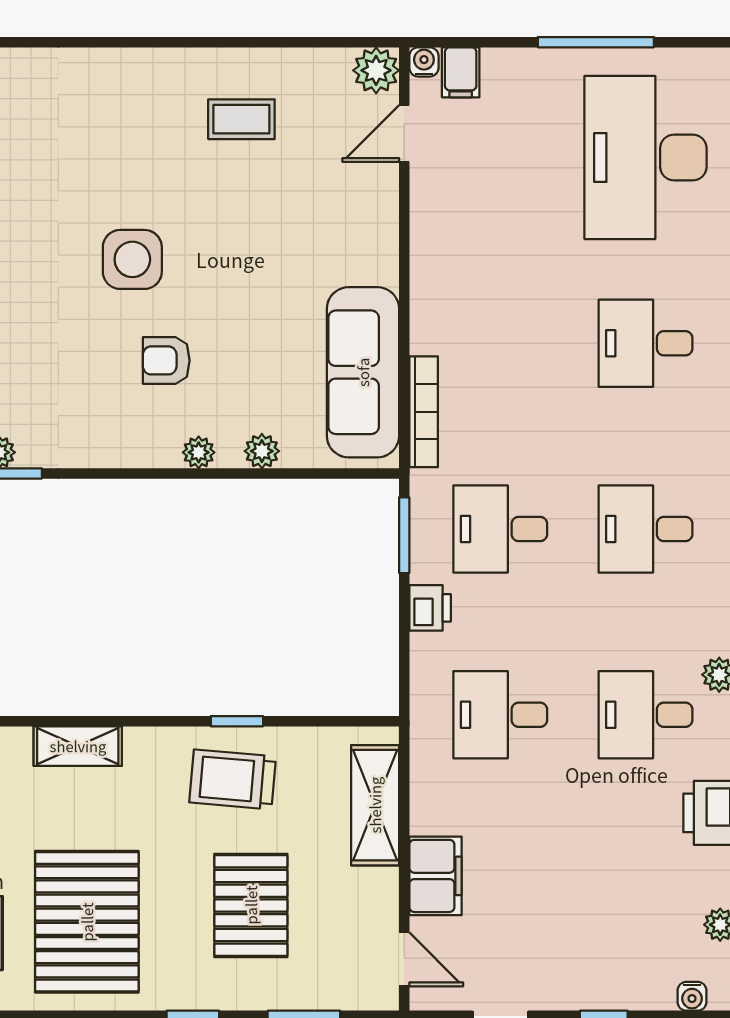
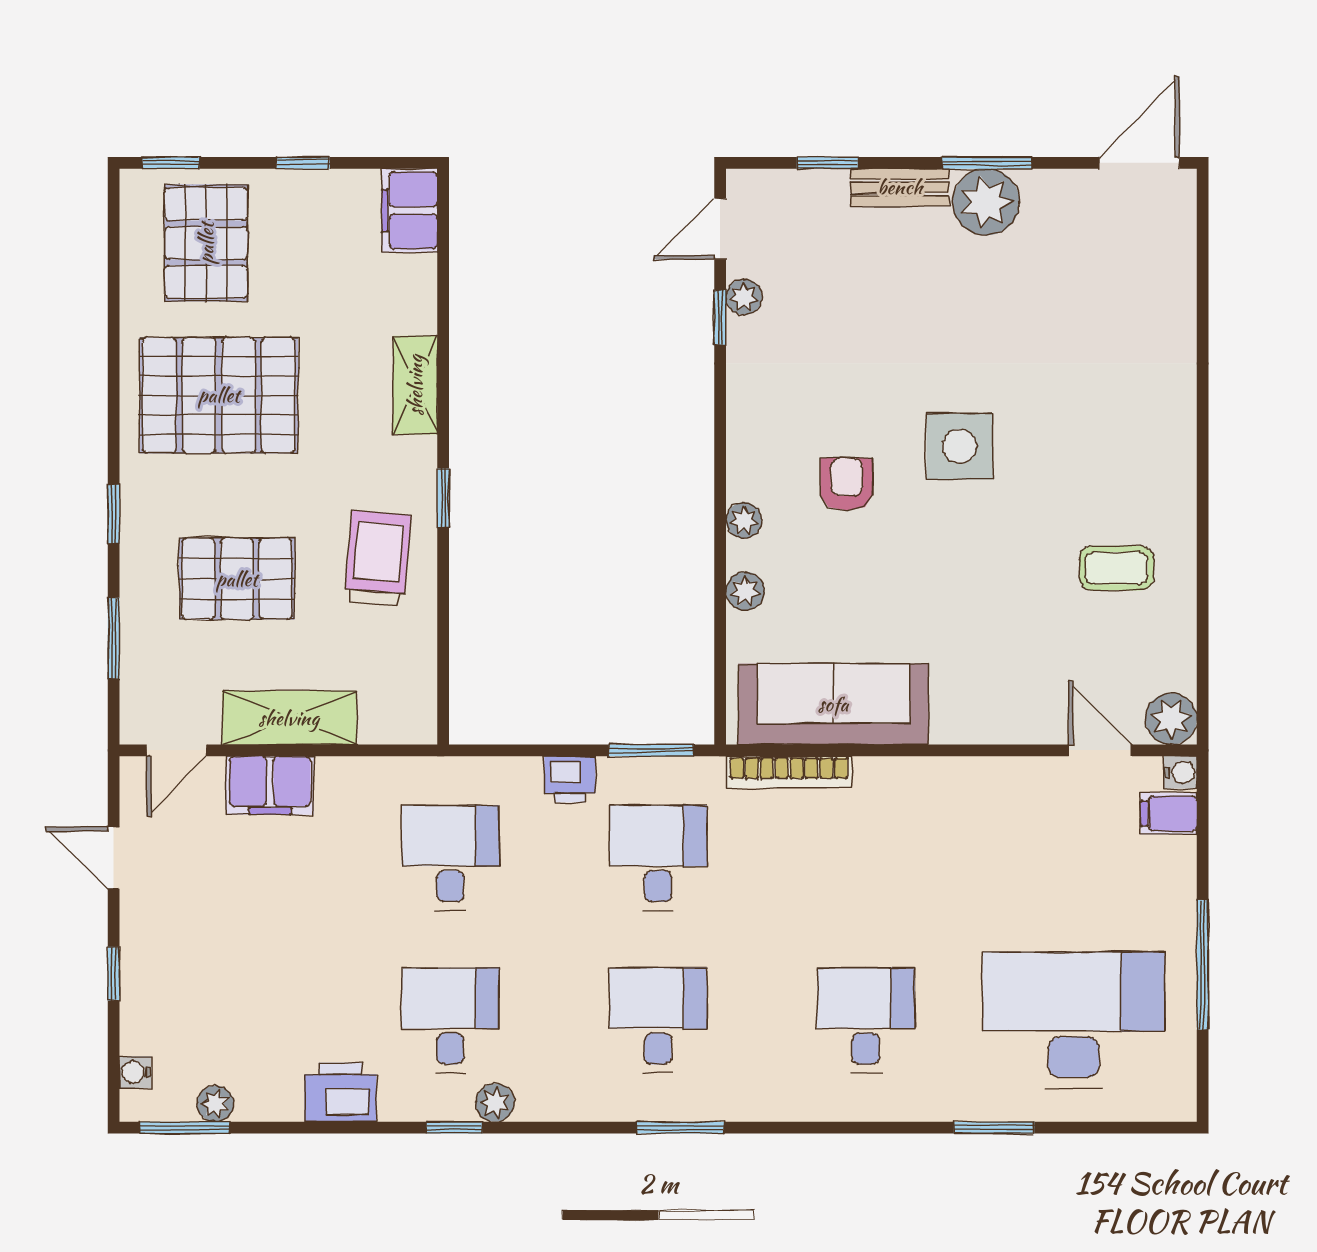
coffee table: (241, 119) -> (1117, 568), turned 90
window: (237, 721) -> (443, 498), moved
shelving: (375, 805) -> (289, 718), moved

